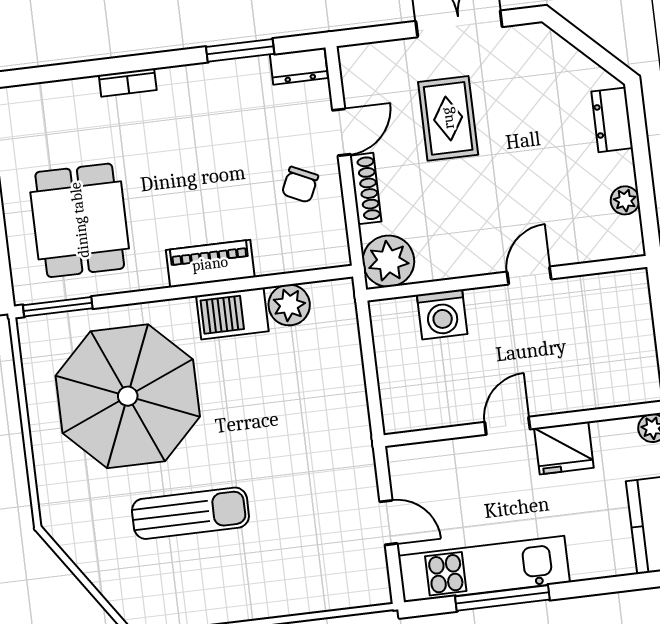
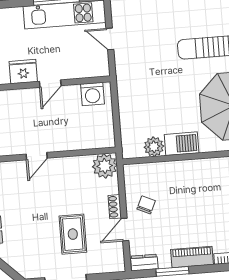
shoe rack: (366, 189) -> (115, 207), width x0.70
piano: (210, 264) -> (192, 257), moved, turned 180
washing machine: (442, 314) -> (92, 94), moved, turned 180

